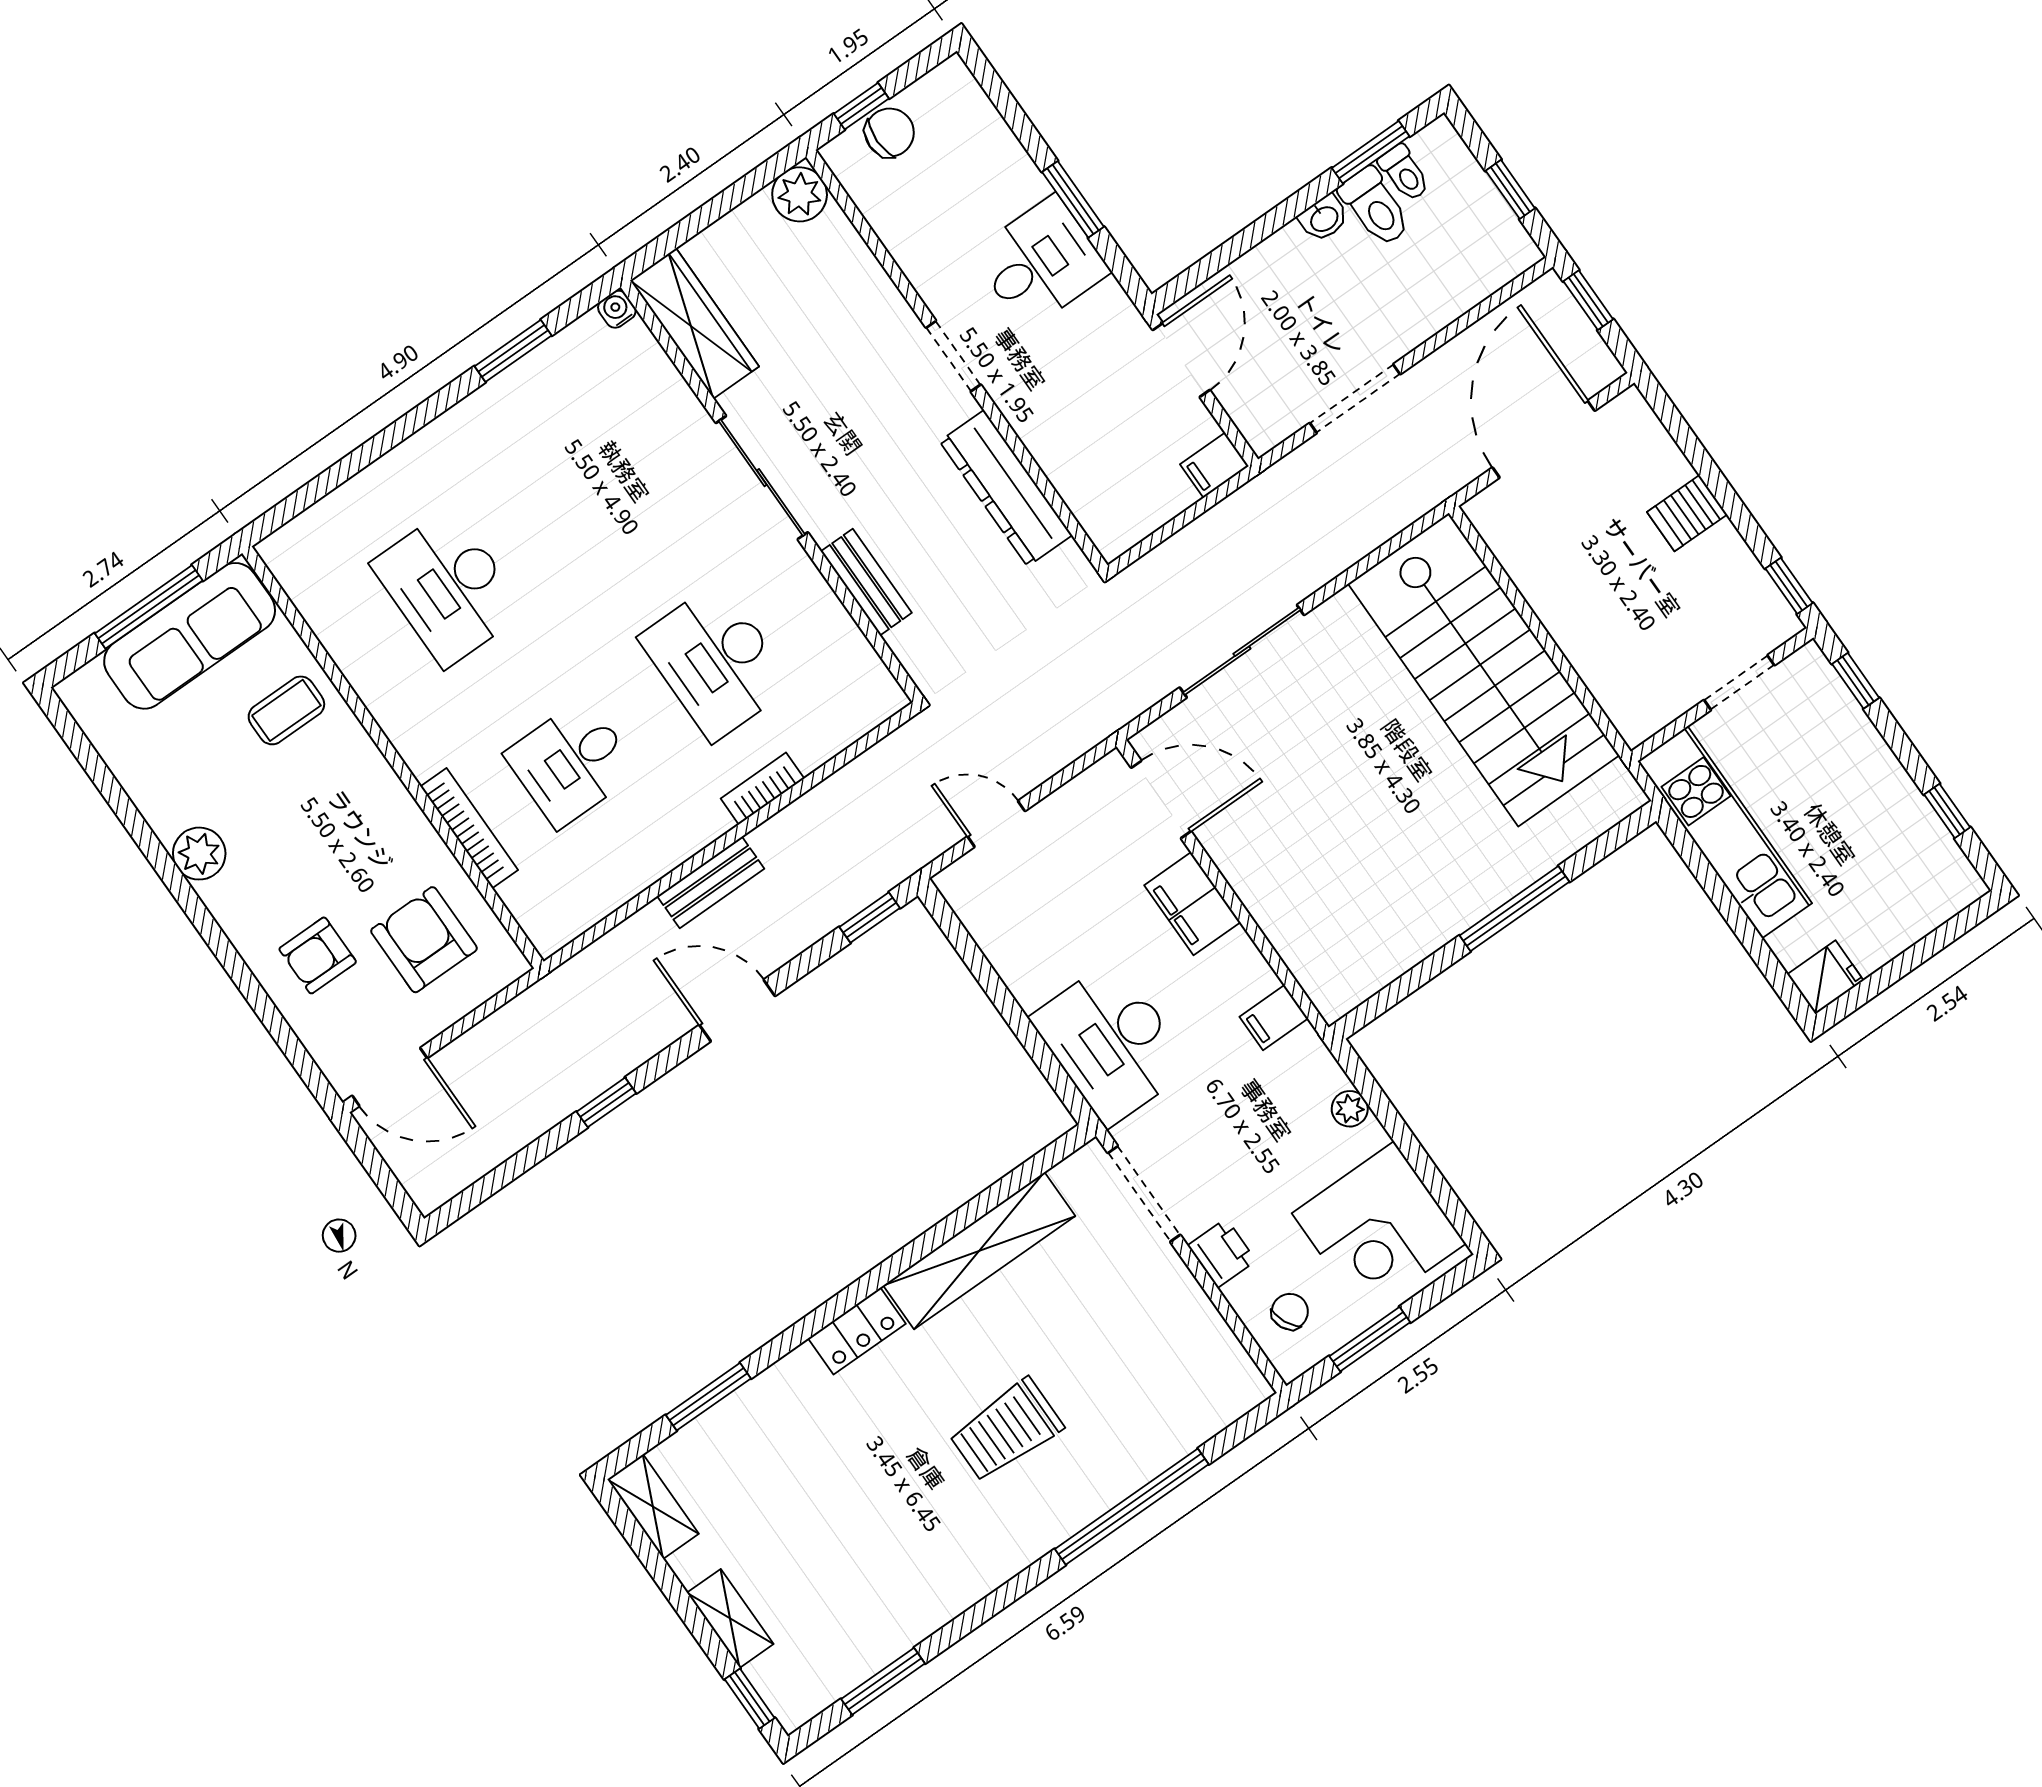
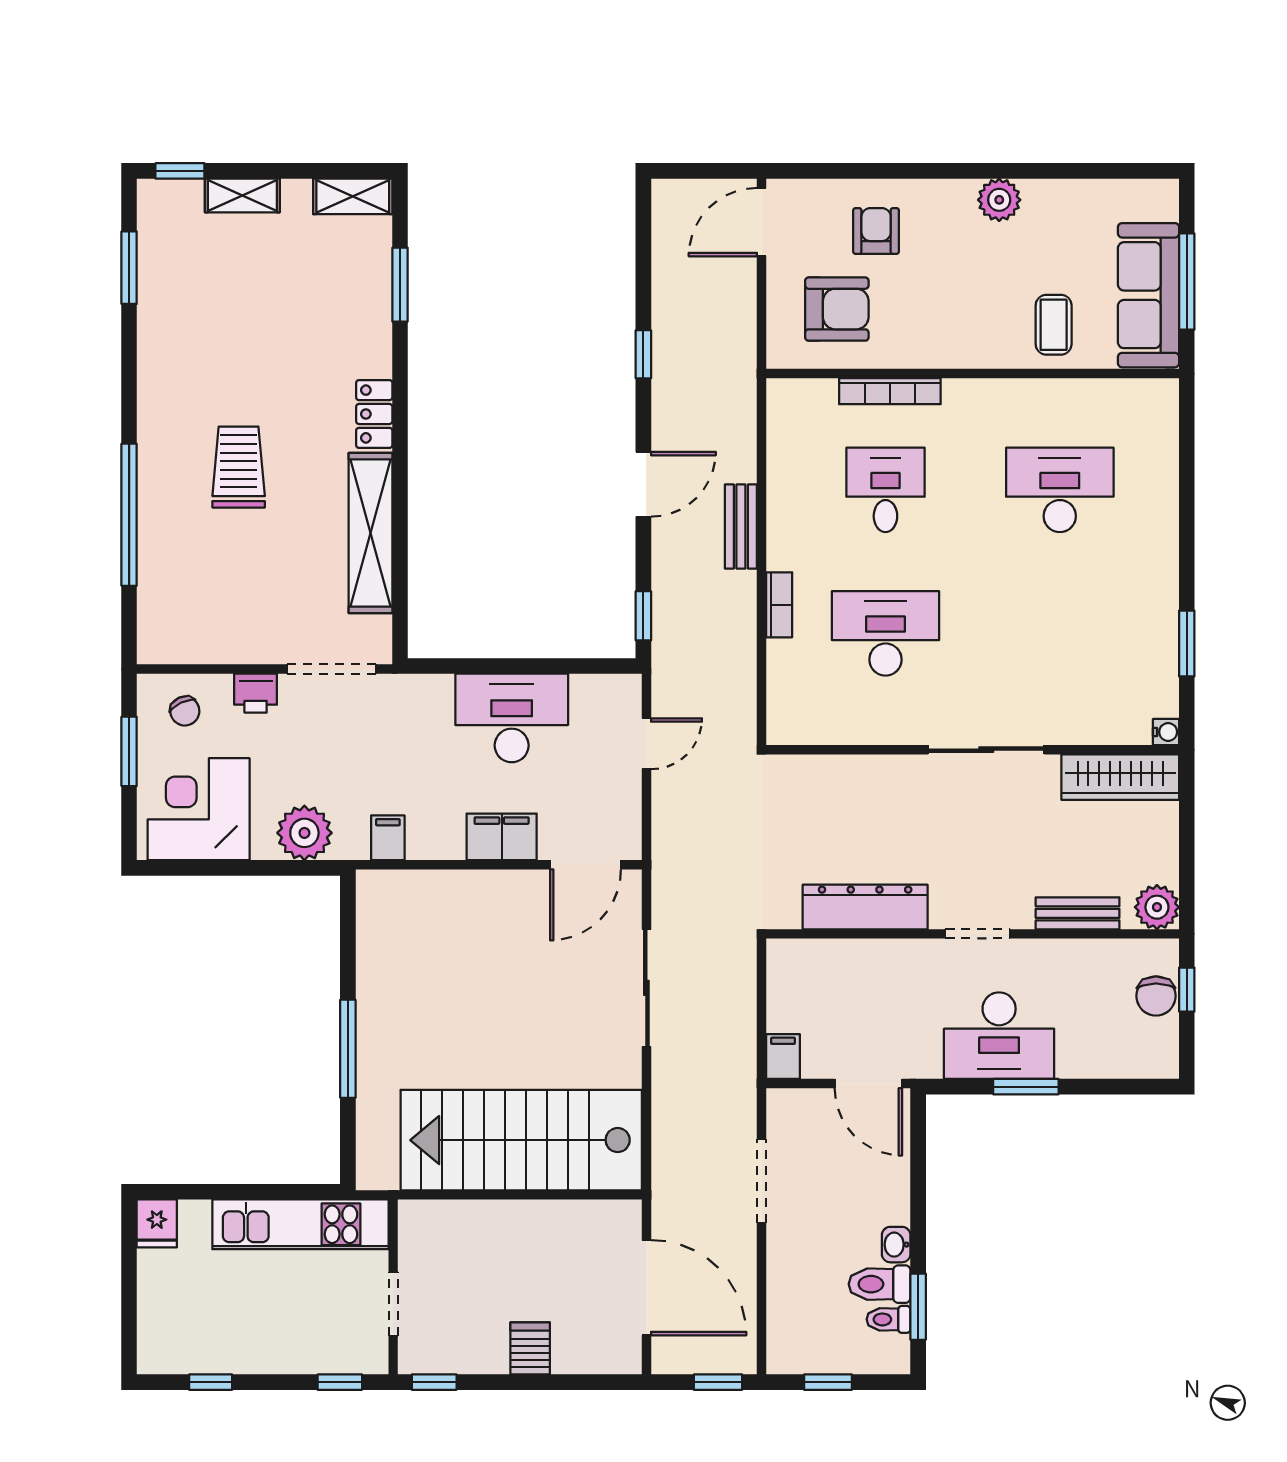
desk: (1041, 262) -> (999, 1036), width x1.37
bench: (866, 582) -> (1078, 913), moved
desk: (1111, 1043) -> (512, 718), moved
plant: (1350, 1109) -> (304, 833), width x1.87, depth x1.87

